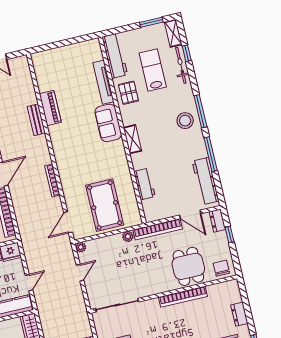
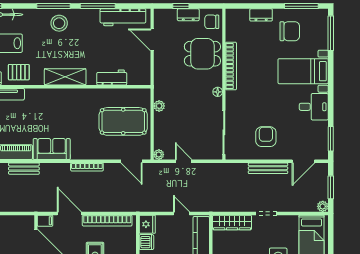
sofa: (108, 123) -> (52, 149), moved, turned 180
shelving: (132, 139) -> (65, 77), width x1.50, depth x1.33
door: (190, 214) -> (152, 40), swing flipped
dresser: (217, 221) -> (188, 15), moved
bookcase: (158, 229) -> (159, 75), removed
floor lamp: (155, 290) -> (218, 92), added

